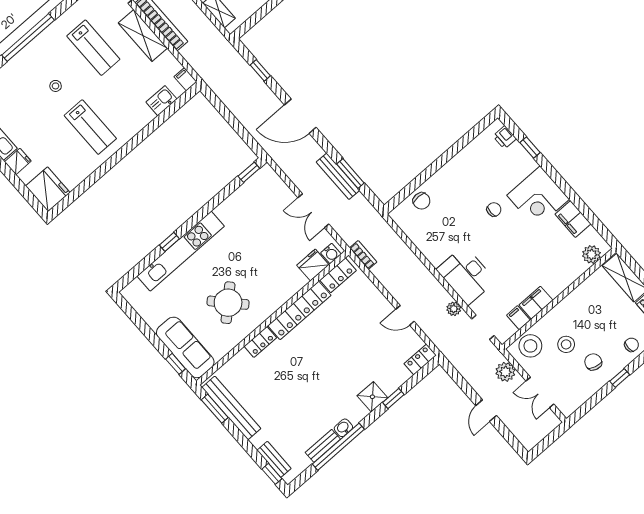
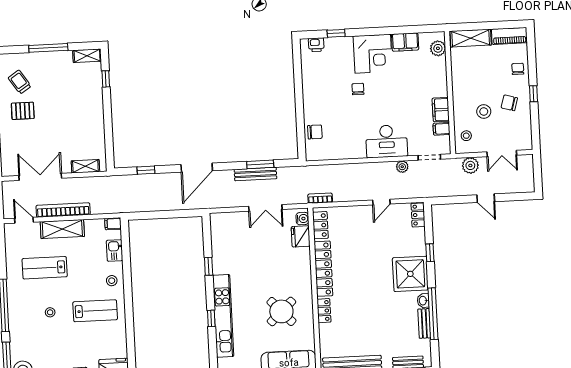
lab bench: (93, 48) -> (45, 268), turned 180
stool: (131, 120) -> (112, 281), added
window: (249, 172) -> (209, 266), moved
stool: (530, 346) -> (466, 136), width x0.53, depth x0.53
shower: (372, 397) -> (410, 274), width x1.86, depth x1.86

